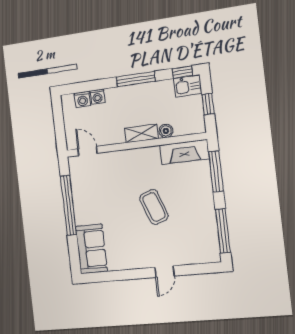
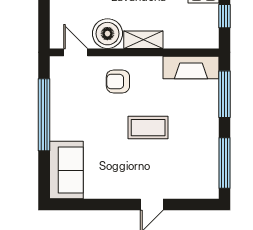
boiler: (166, 131) -> (107, 34), moved, width x1.86, depth x1.86
armchair: (125, 171) -> (118, 81), added
coffee table: (154, 207) -> (148, 128), turned -70

